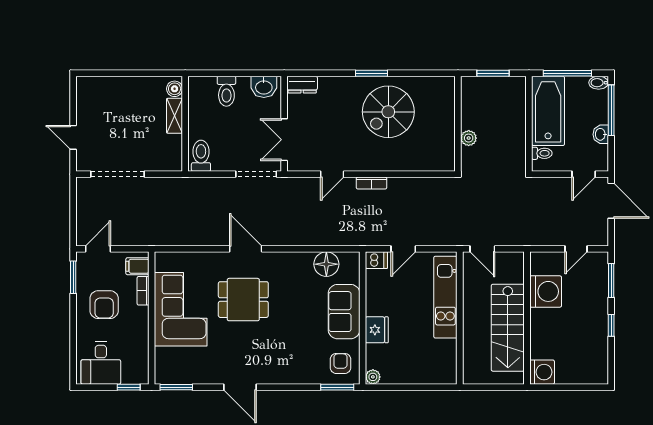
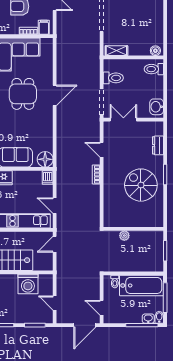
dresser: (302, 85) -> (158, 145), moved
toilet: (226, 91) -> (154, 69), moved
shelving: (174, 116) -> (116, 51), moved
washbasin: (601, 134) -> (148, 319), moved
toilet: (201, 156) -> (113, 78), moved
door: (403, 249) -> (55, 206), moved
floor lamp: (326, 264) -> (45, 159), moved

